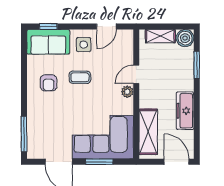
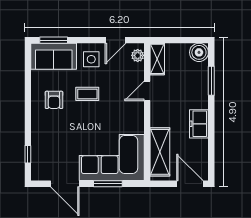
window: (48, 27) -> (54, 40), width x1.50
shelving: (160, 36) -> (157, 59), moved, turned 90
plant: (127, 92) -> (138, 55), moved
freezer: (185, 111) -> (199, 124), width x0.71
window: (24, 134) -> (28, 154), width x0.46

